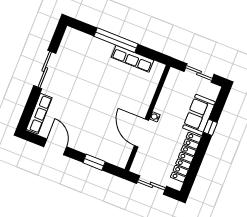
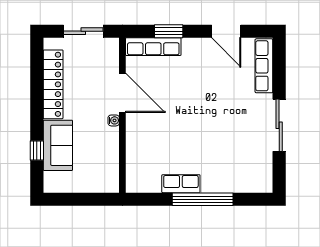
row of seats: (133, 59) -> (181, 184), width x0.68
sliding door: (199, 73) -> (79, 199), removed
window: (210, 127) -> (37, 150), moved
row of seats: (108, 156) -> (153, 47), added

